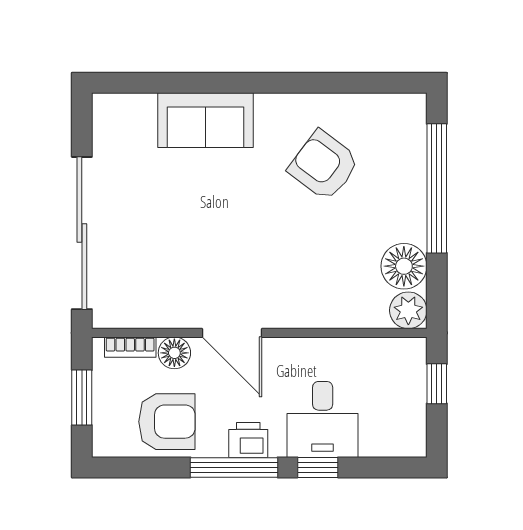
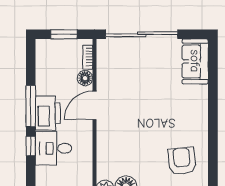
sofa: (205, 120) -> (195, 61), moved
armchair: (324, 165) -> (182, 161), moved, turned -43
armchair: (167, 422) -> (52, 75), removed
printer: (248, 440) -> (48, 113), width x1.87, depth x1.48

